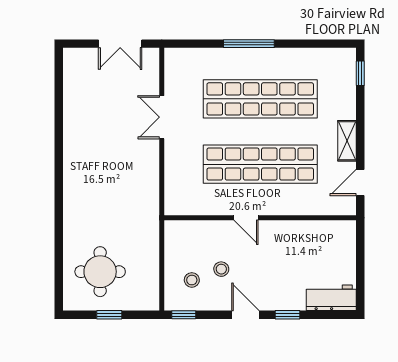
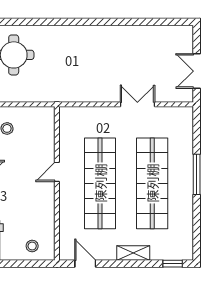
shelving: (347, 141) -> (133, 253), moved
stool: (221, 269) -> (32, 246), moved

